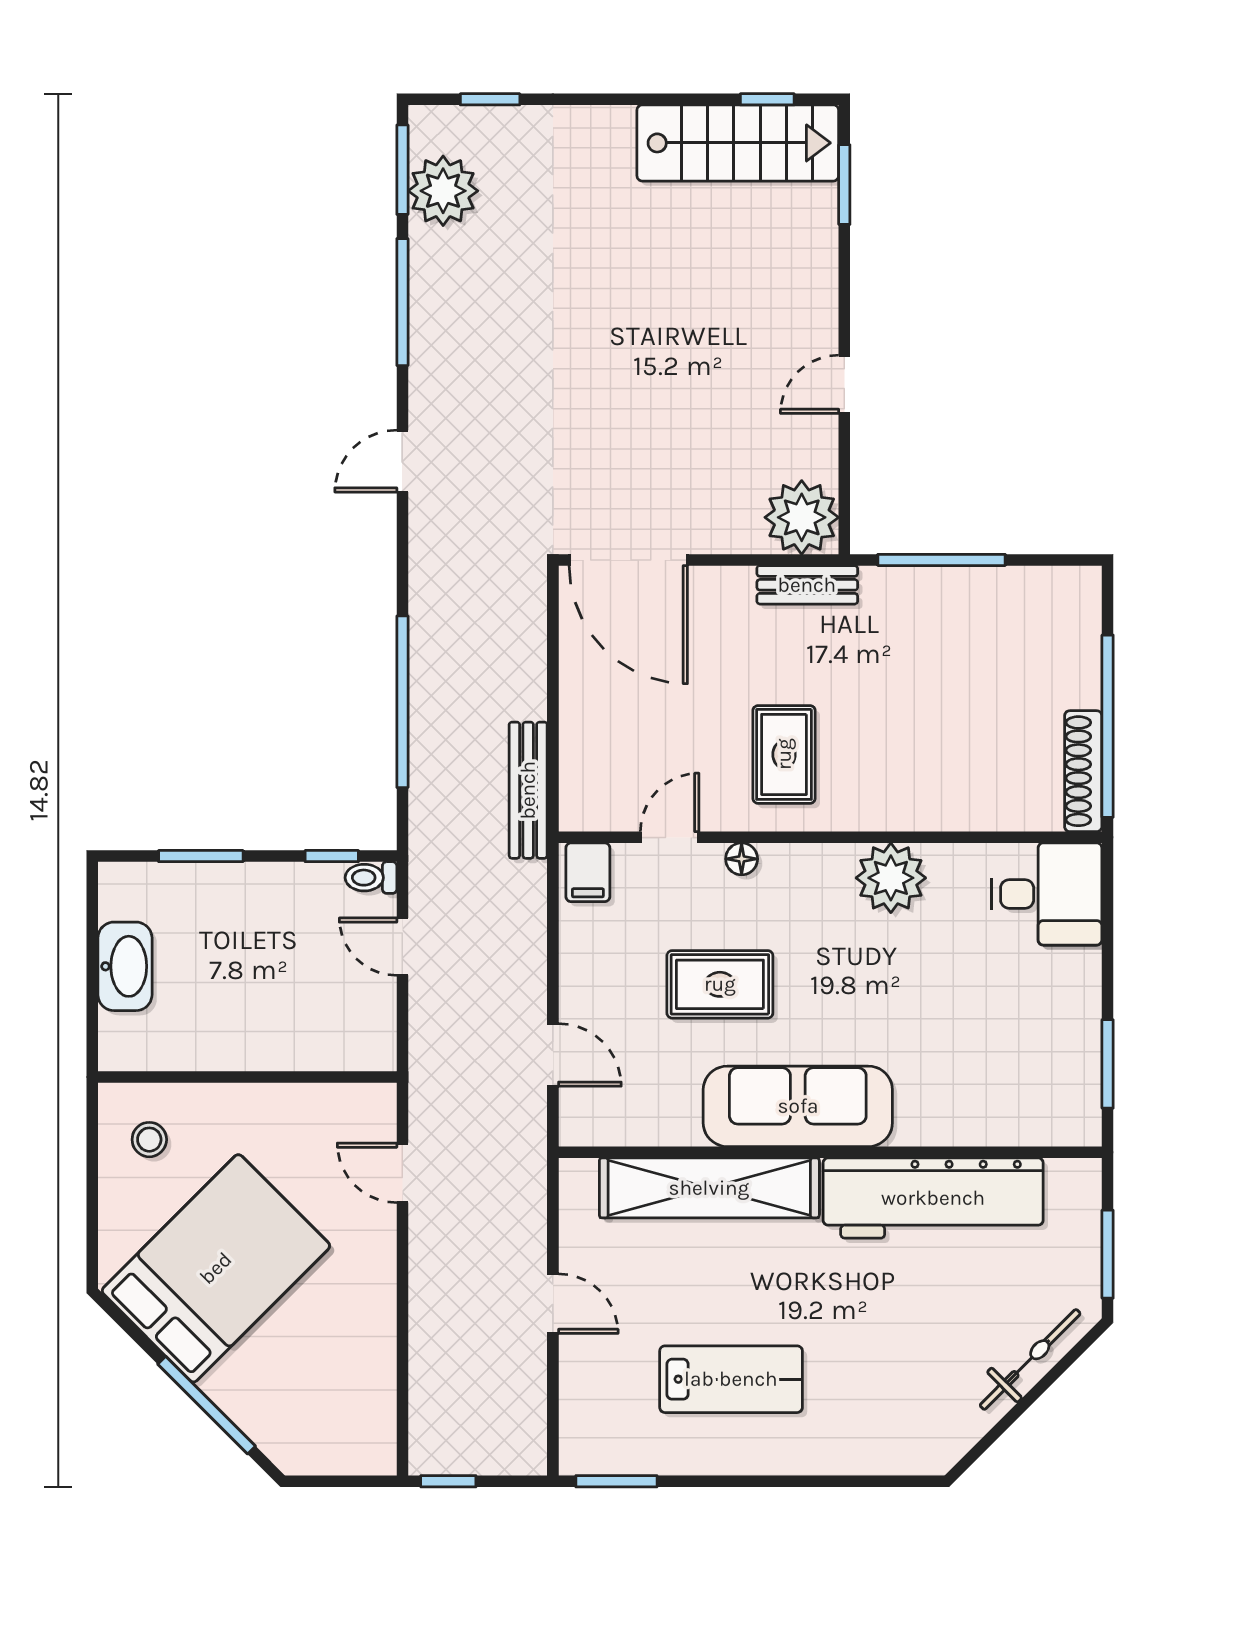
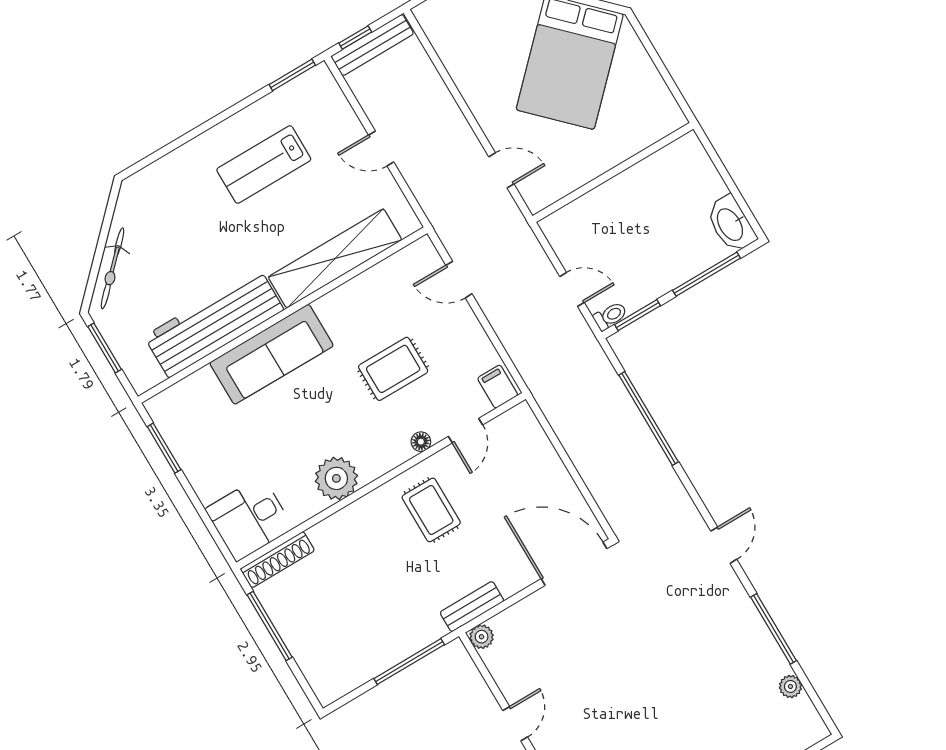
window: (402, 170) -> (815, 699), removed
plant: (443, 191) -> (790, 686), width x0.53, depth x0.53
plant: (802, 517) -> (482, 637), width x0.53, depth x0.53
window: (1108, 726) -> (270, 626), width x0.68
shoe rack: (1083, 771) -> (277, 560), moved, turned 90
bench: (528, 790) -> (372, 45), moved, turned 90
window: (201, 856) -> (706, 274), width x1.44
window: (332, 856) -> (638, 315), width x1.50
washbasin: (125, 966) -> (731, 224), moved
sofa: (798, 1106) -> (272, 354), moved
stool: (149, 1140) -> (645, 109), removed
window: (448, 1481) -> (355, 37), moved

